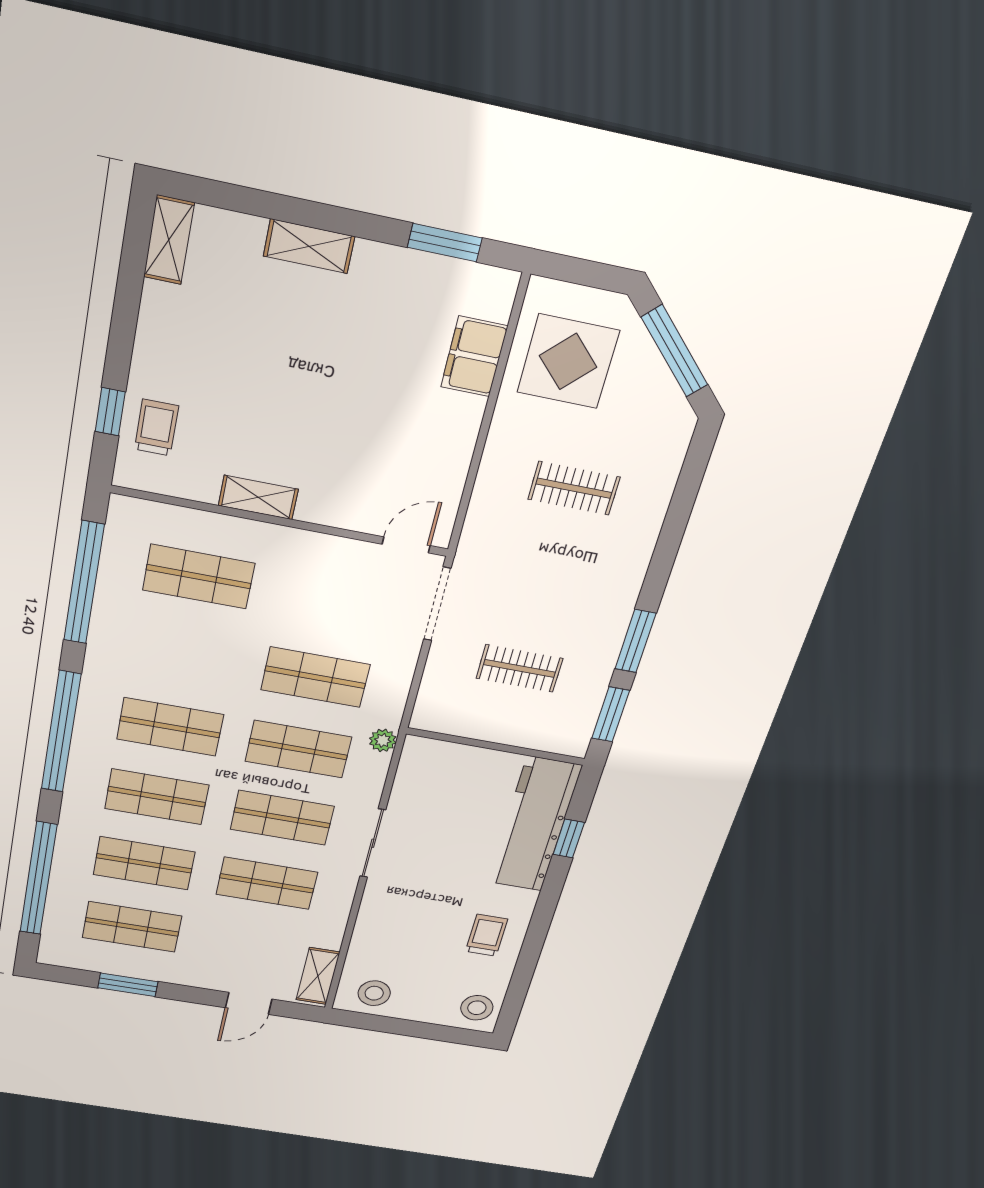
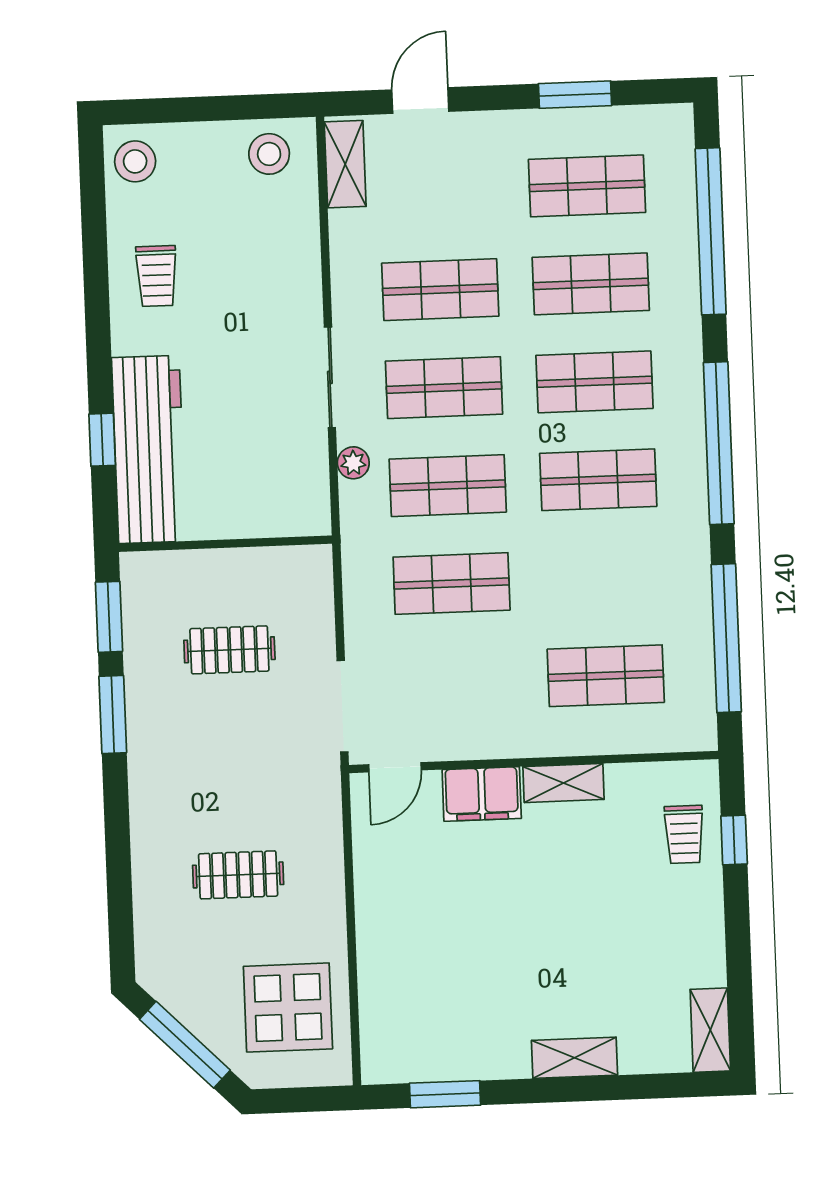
filing cabinet: (474, 357) -> (482, 794), moved, turned 90
plant: (383, 740) -> (353, 463), moved

